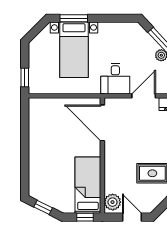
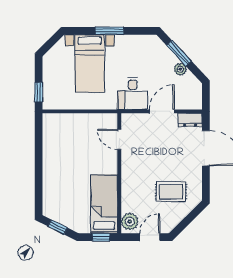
window: (74, 18) -> (109, 31), moved
door: (102, 123) -> (119, 139), width x0.53
door: (132, 217) -> (150, 237), hinge flipped

